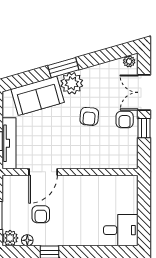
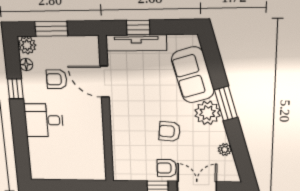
plant: (129, 61) -> (225, 150), moved
desk: (121, 230) -> (44, 120), moved, turned 90

